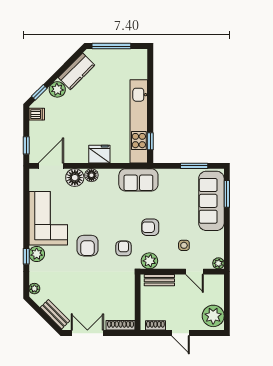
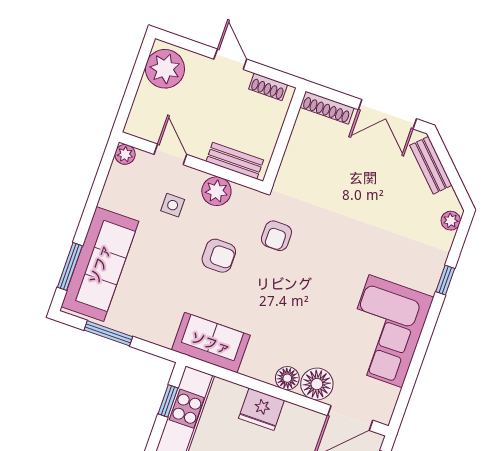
armchair: (87, 246) -> (336, 262), removed
plant: (37, 254) -> (426, 278), removed
plant: (149, 261) -> (216, 191), moved

